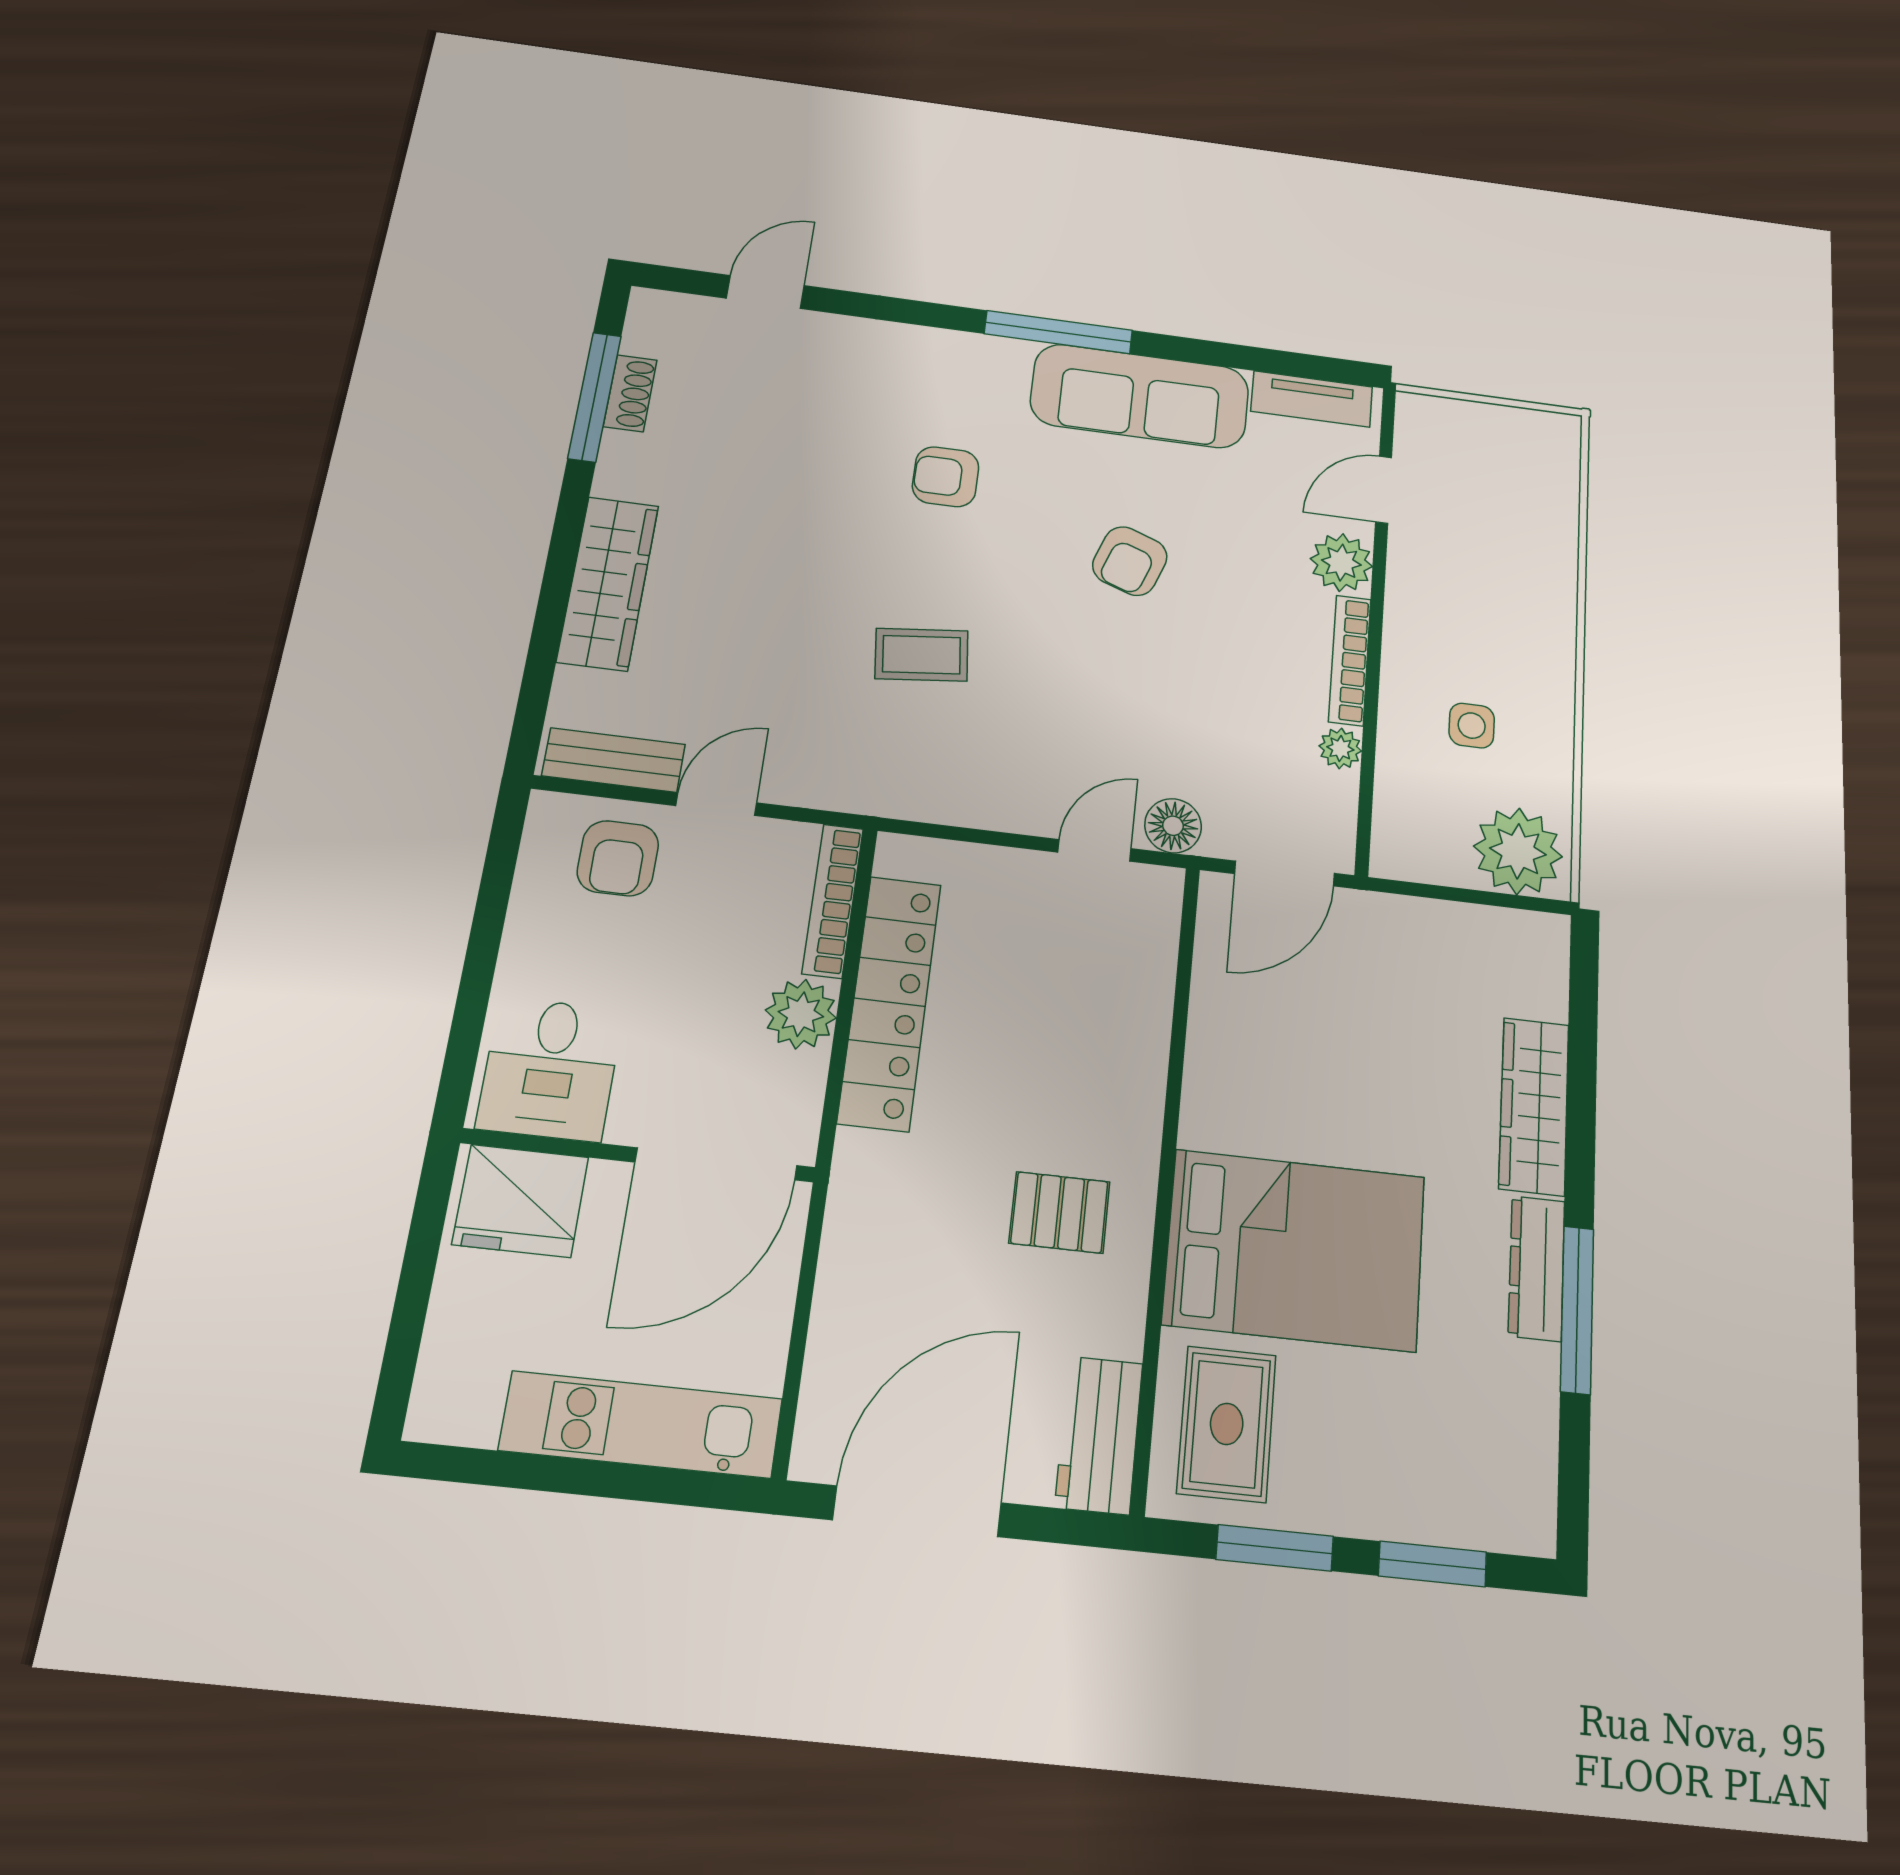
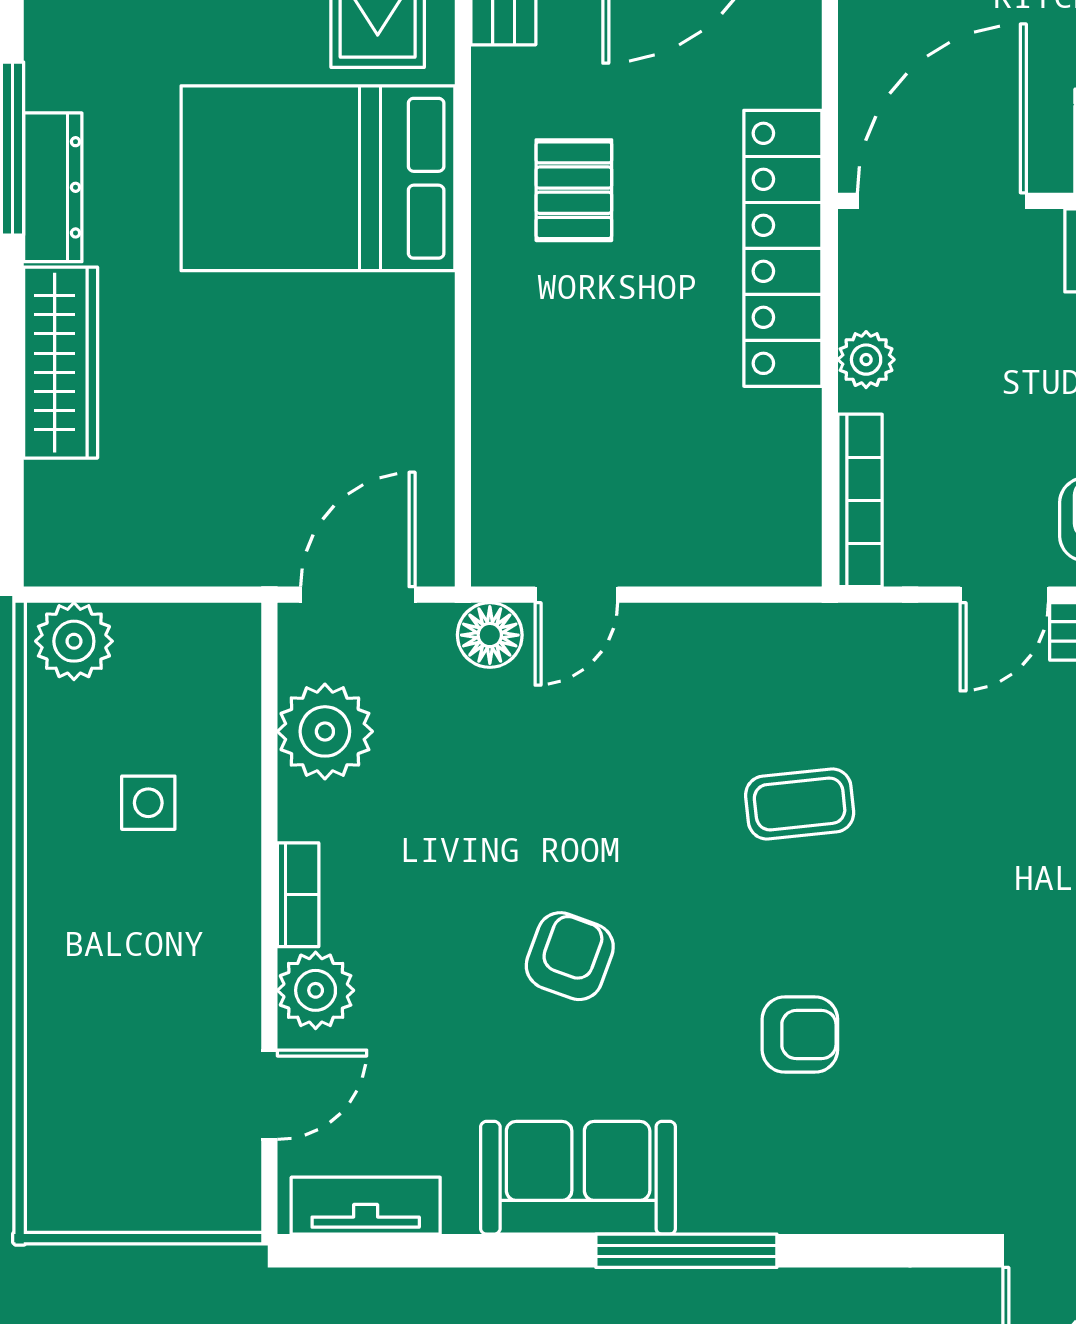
sofa: (1140, 396) -> (578, 1178), width x0.73
bookcase: (1350, 660) -> (298, 895), width x0.64
plant: (1340, 748) -> (325, 731), width x1.87, depth x1.87
plant: (1518, 851) -> (74, 641), width x0.73, depth x0.73
locker: (890, 1002) -> (783, 248), moved
plant: (801, 1014) -> (866, 360), width x0.73, depth x0.73
pallet: (1059, 1212) -> (574, 190), turned 90

